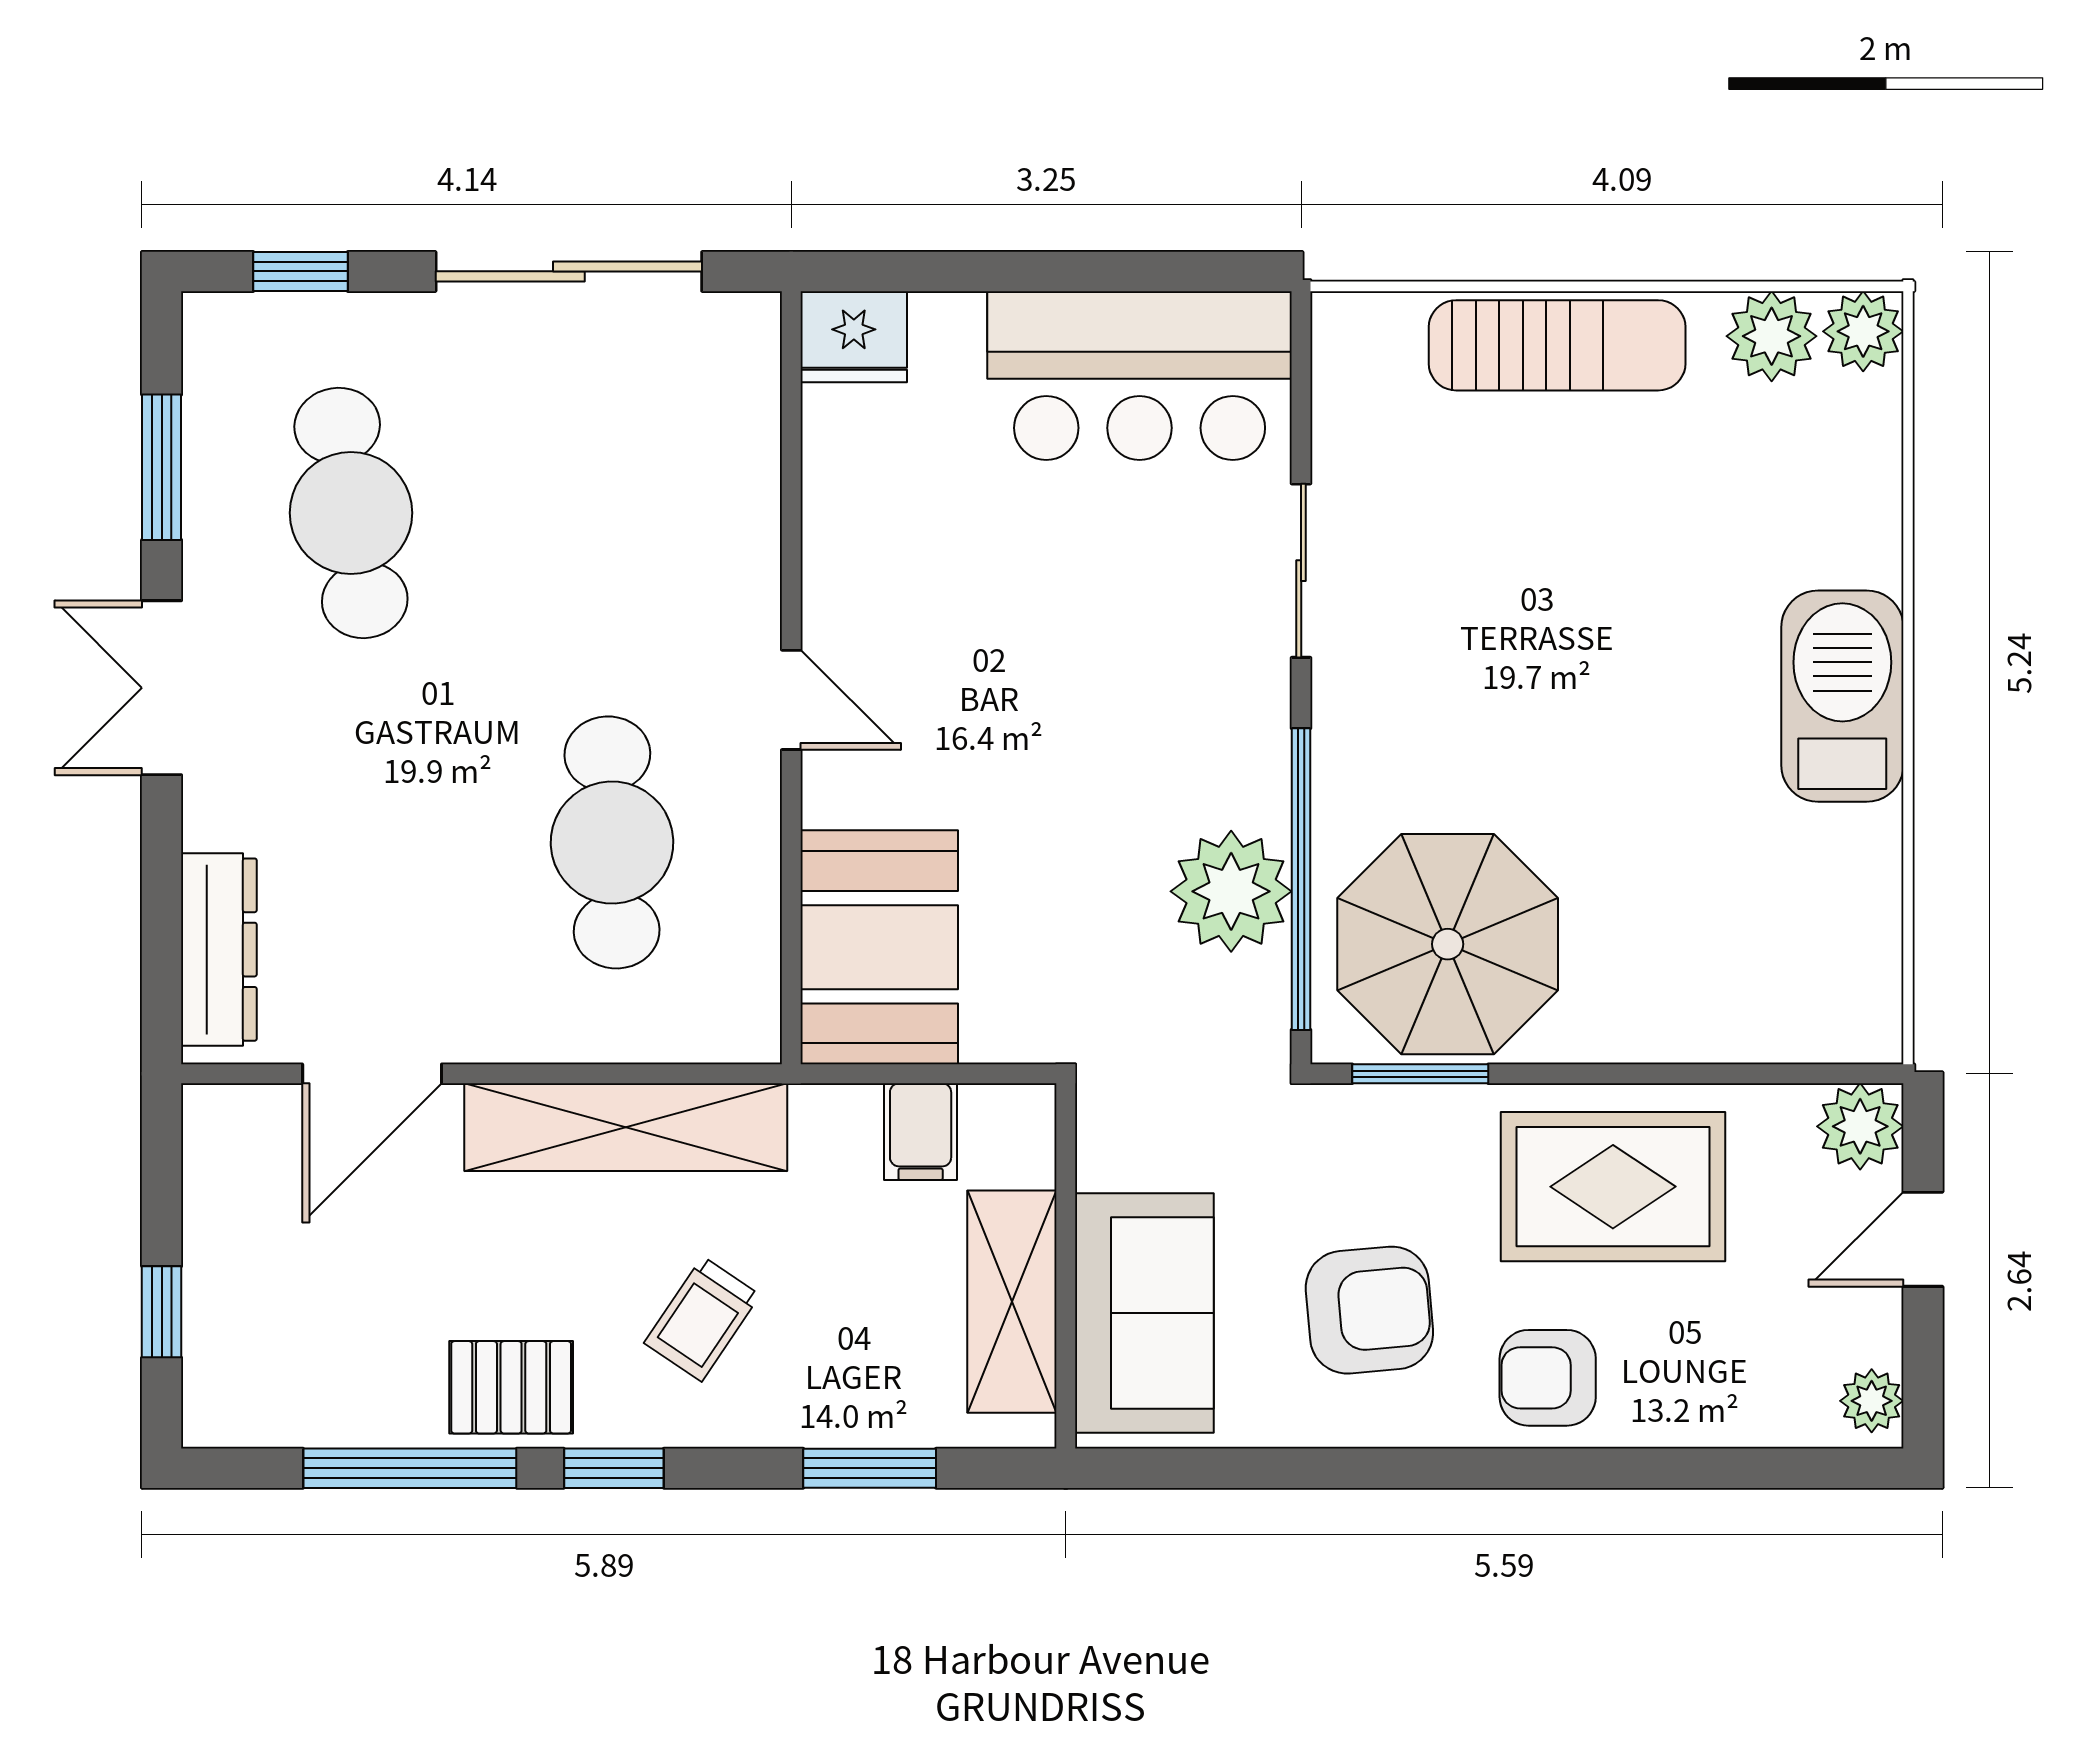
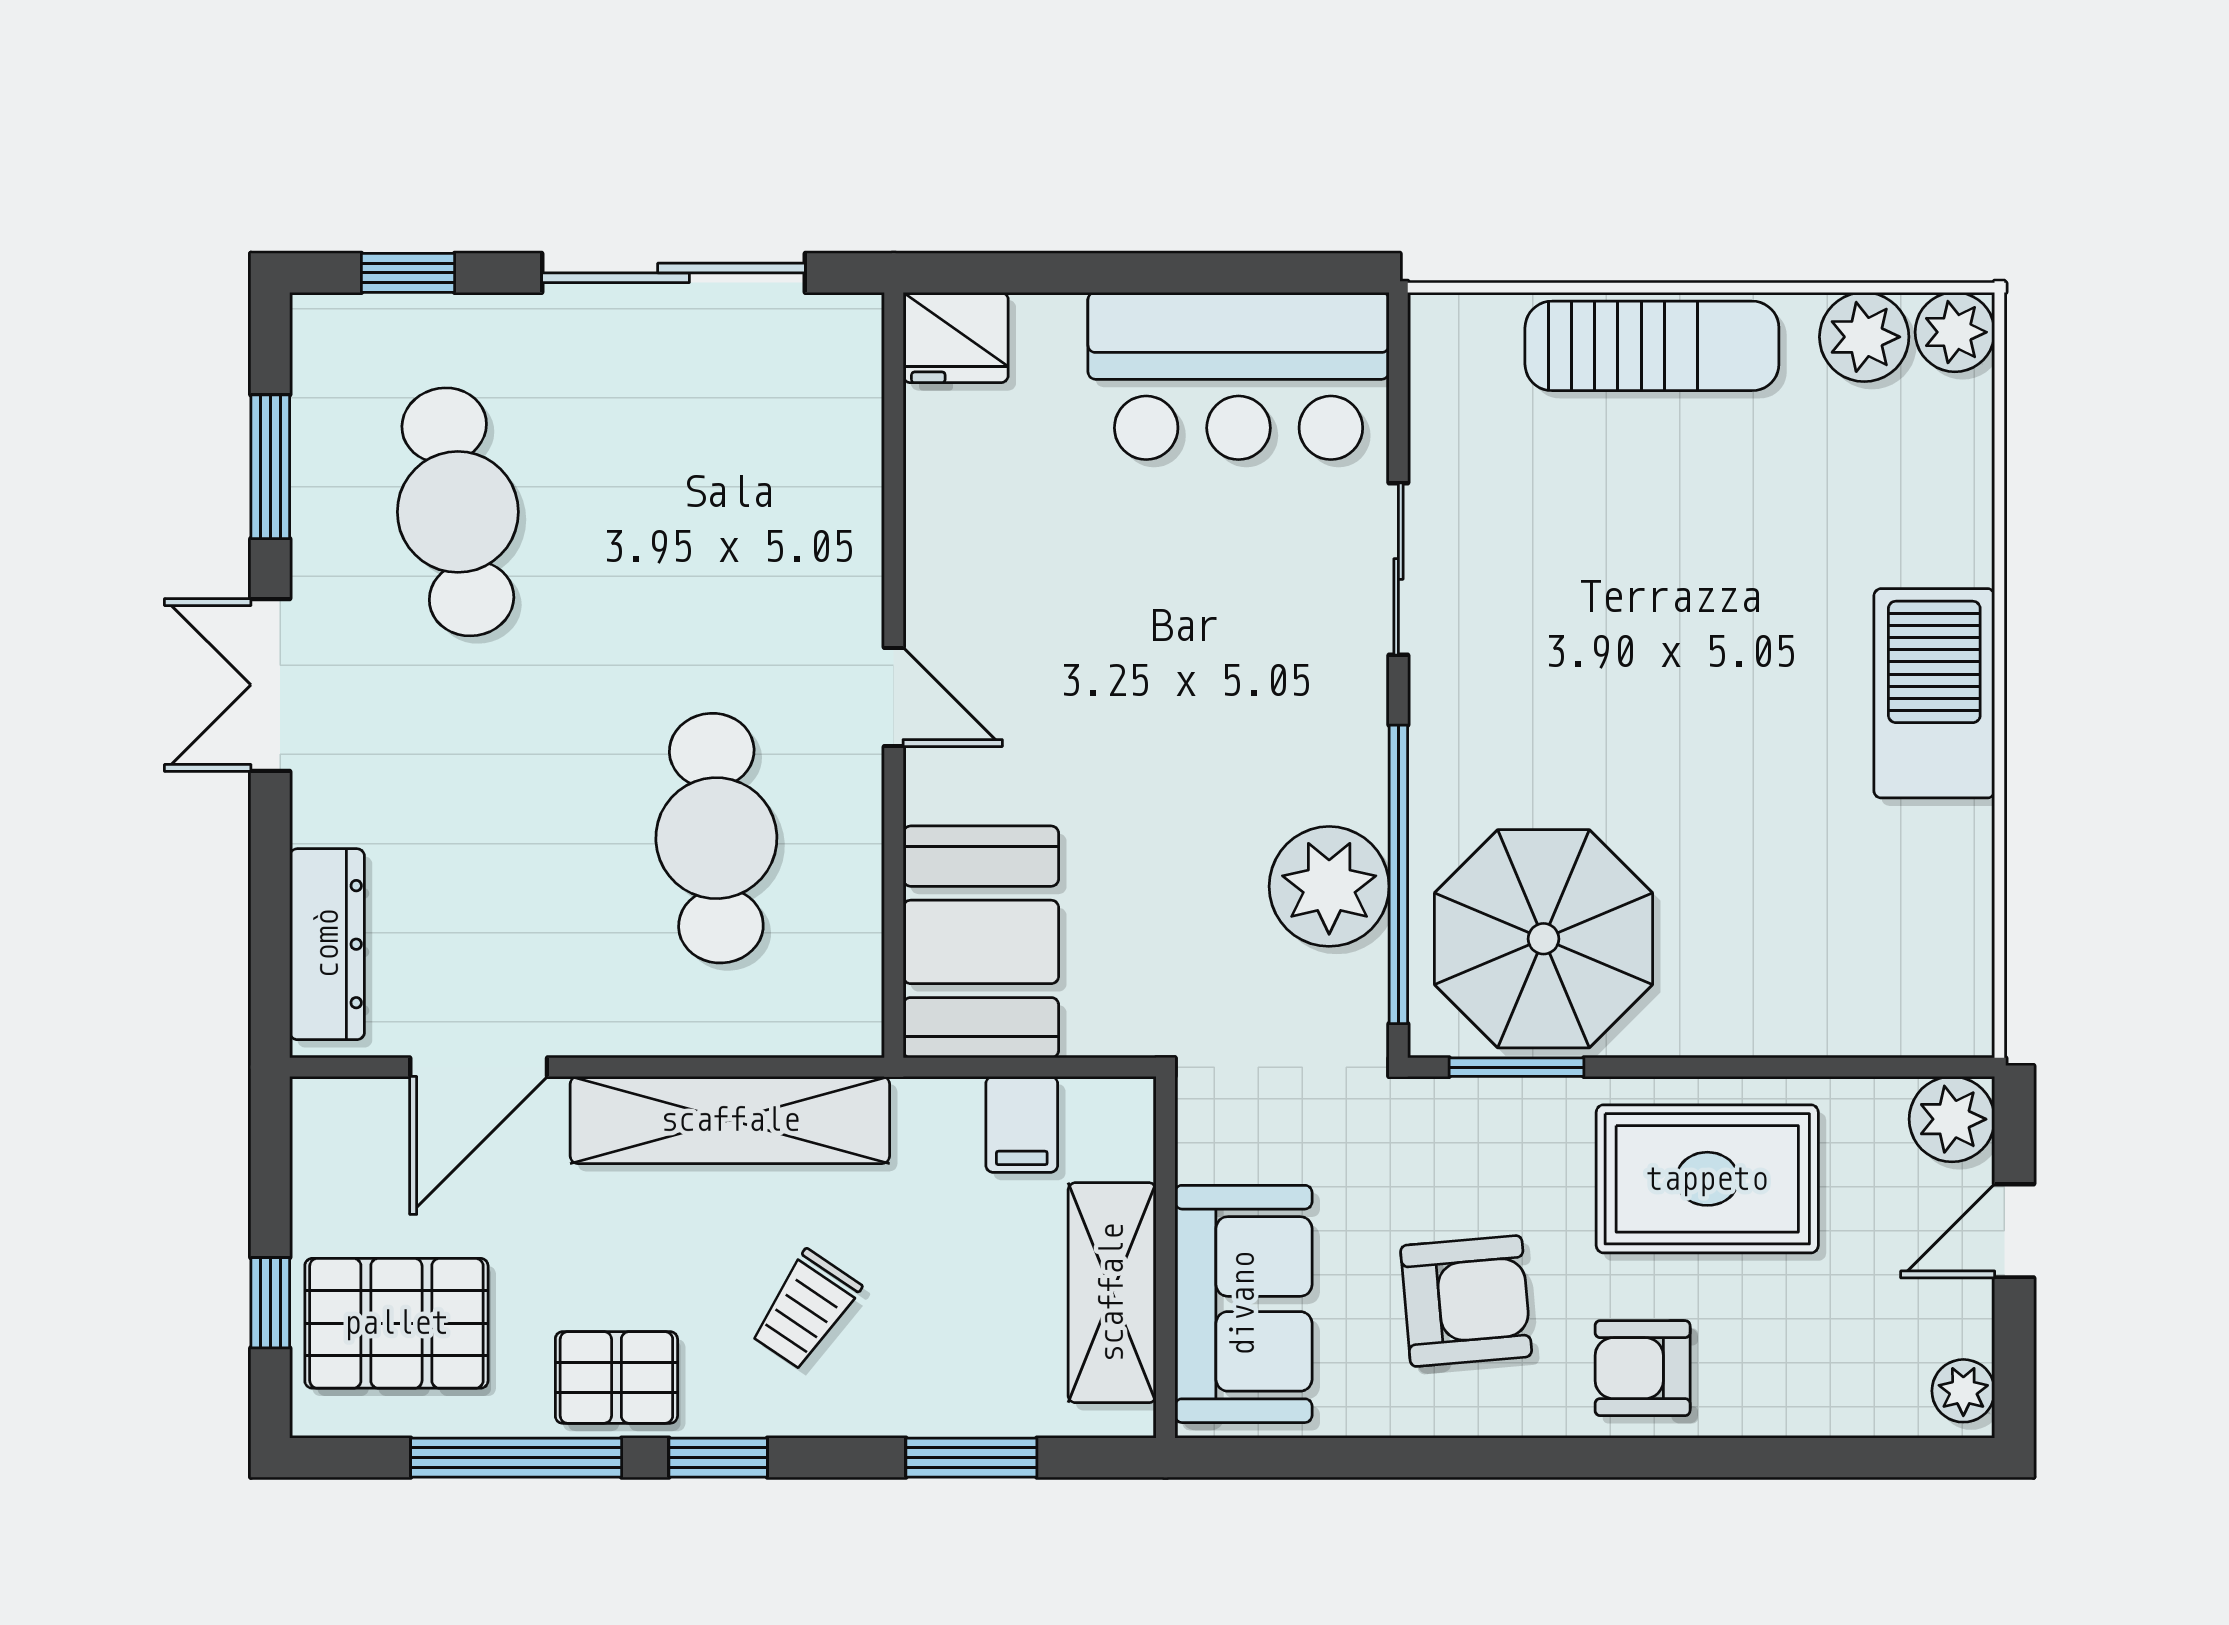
pallet: (289, 1333) -> (396, 1323), added

